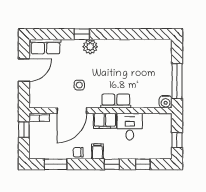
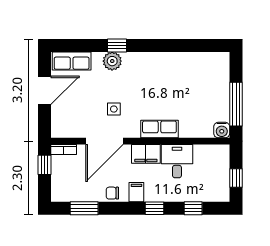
plant: (90, 47) -> (112, 61), moved

